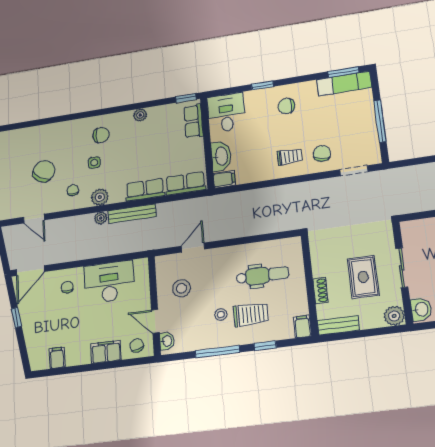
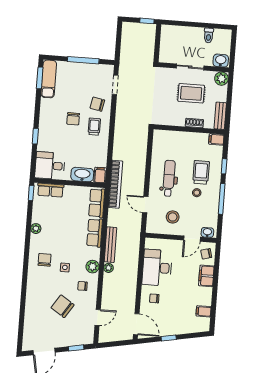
chair: (286, 106) -> (73, 119), moved
bookcase: (215, 202) -> (115, 184), added
dental chair: (262, 275) -> (169, 178), moved

